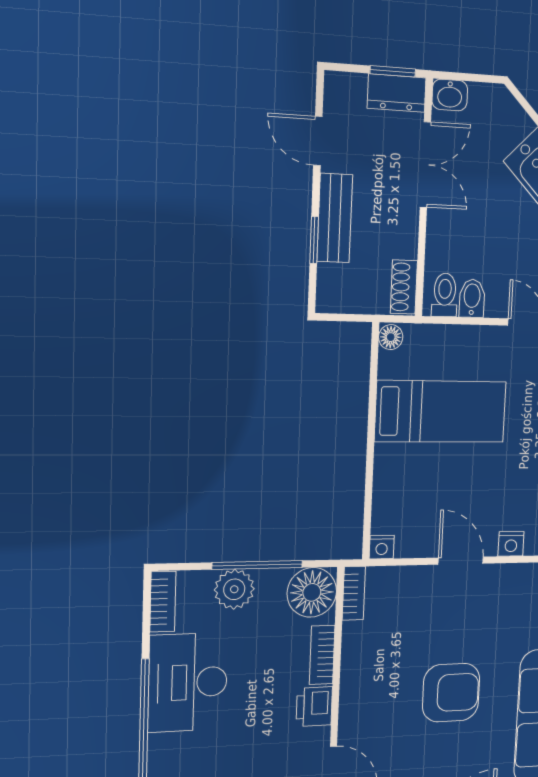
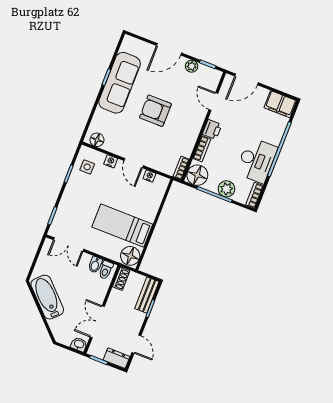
dresser: (397, 93) -> (117, 358), moved
bench: (335, 218) -> (147, 295), moved
floor lamp: (391, 337) -> (130, 256), width x1.89, depth x1.89
nightstand: (382, 547) -> (149, 176), moved

